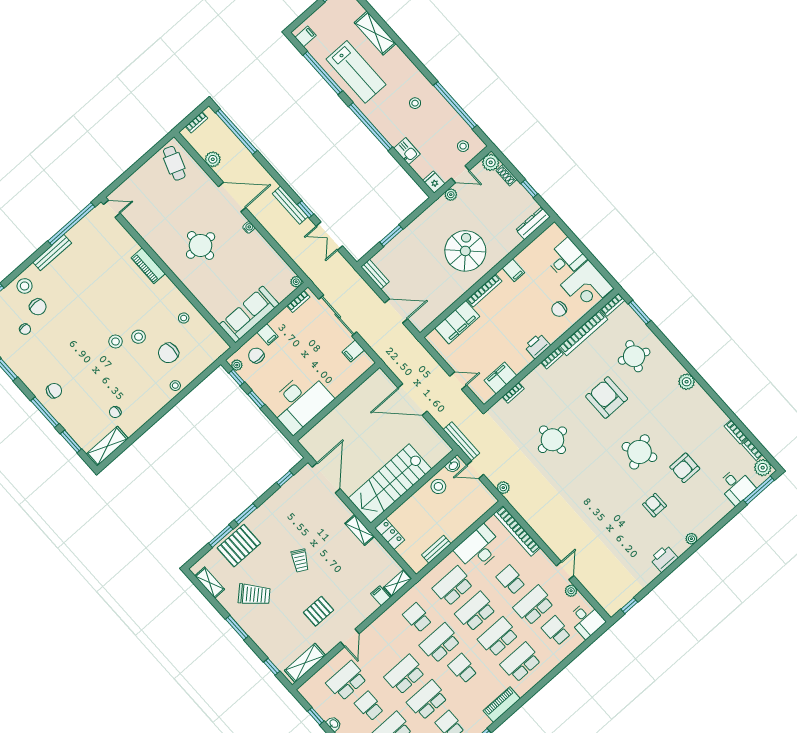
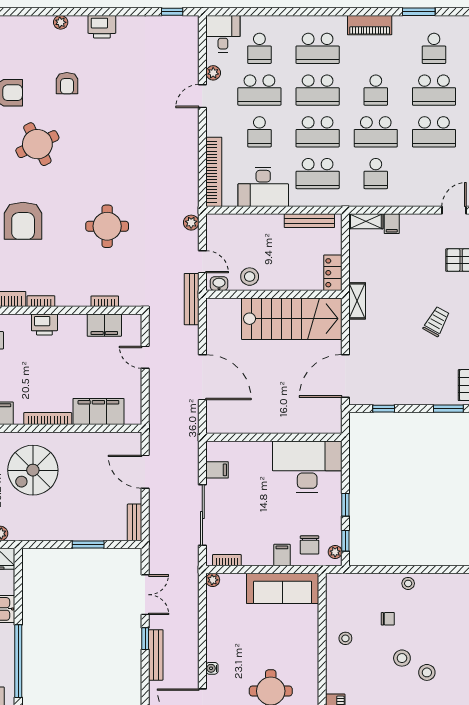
chair: (168, 353) -> (388, 619), width x0.54, depth x0.54
bench: (436, 549) -> (309, 221), width x1.36

